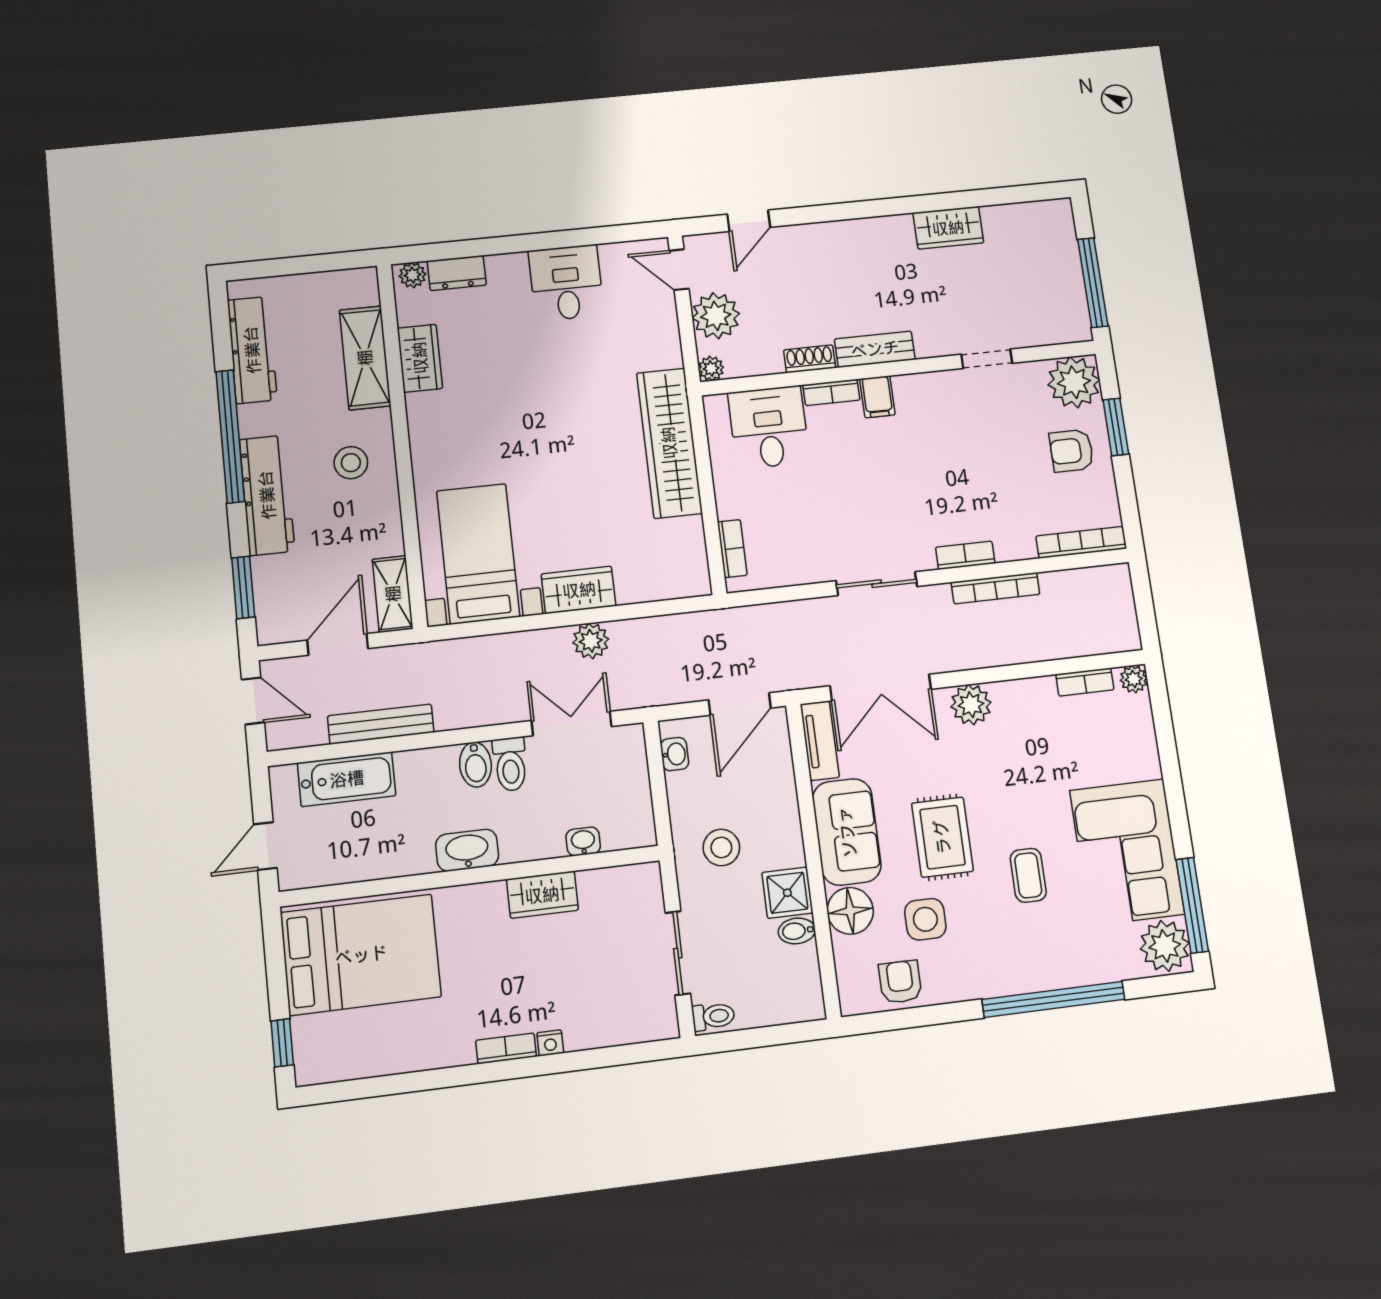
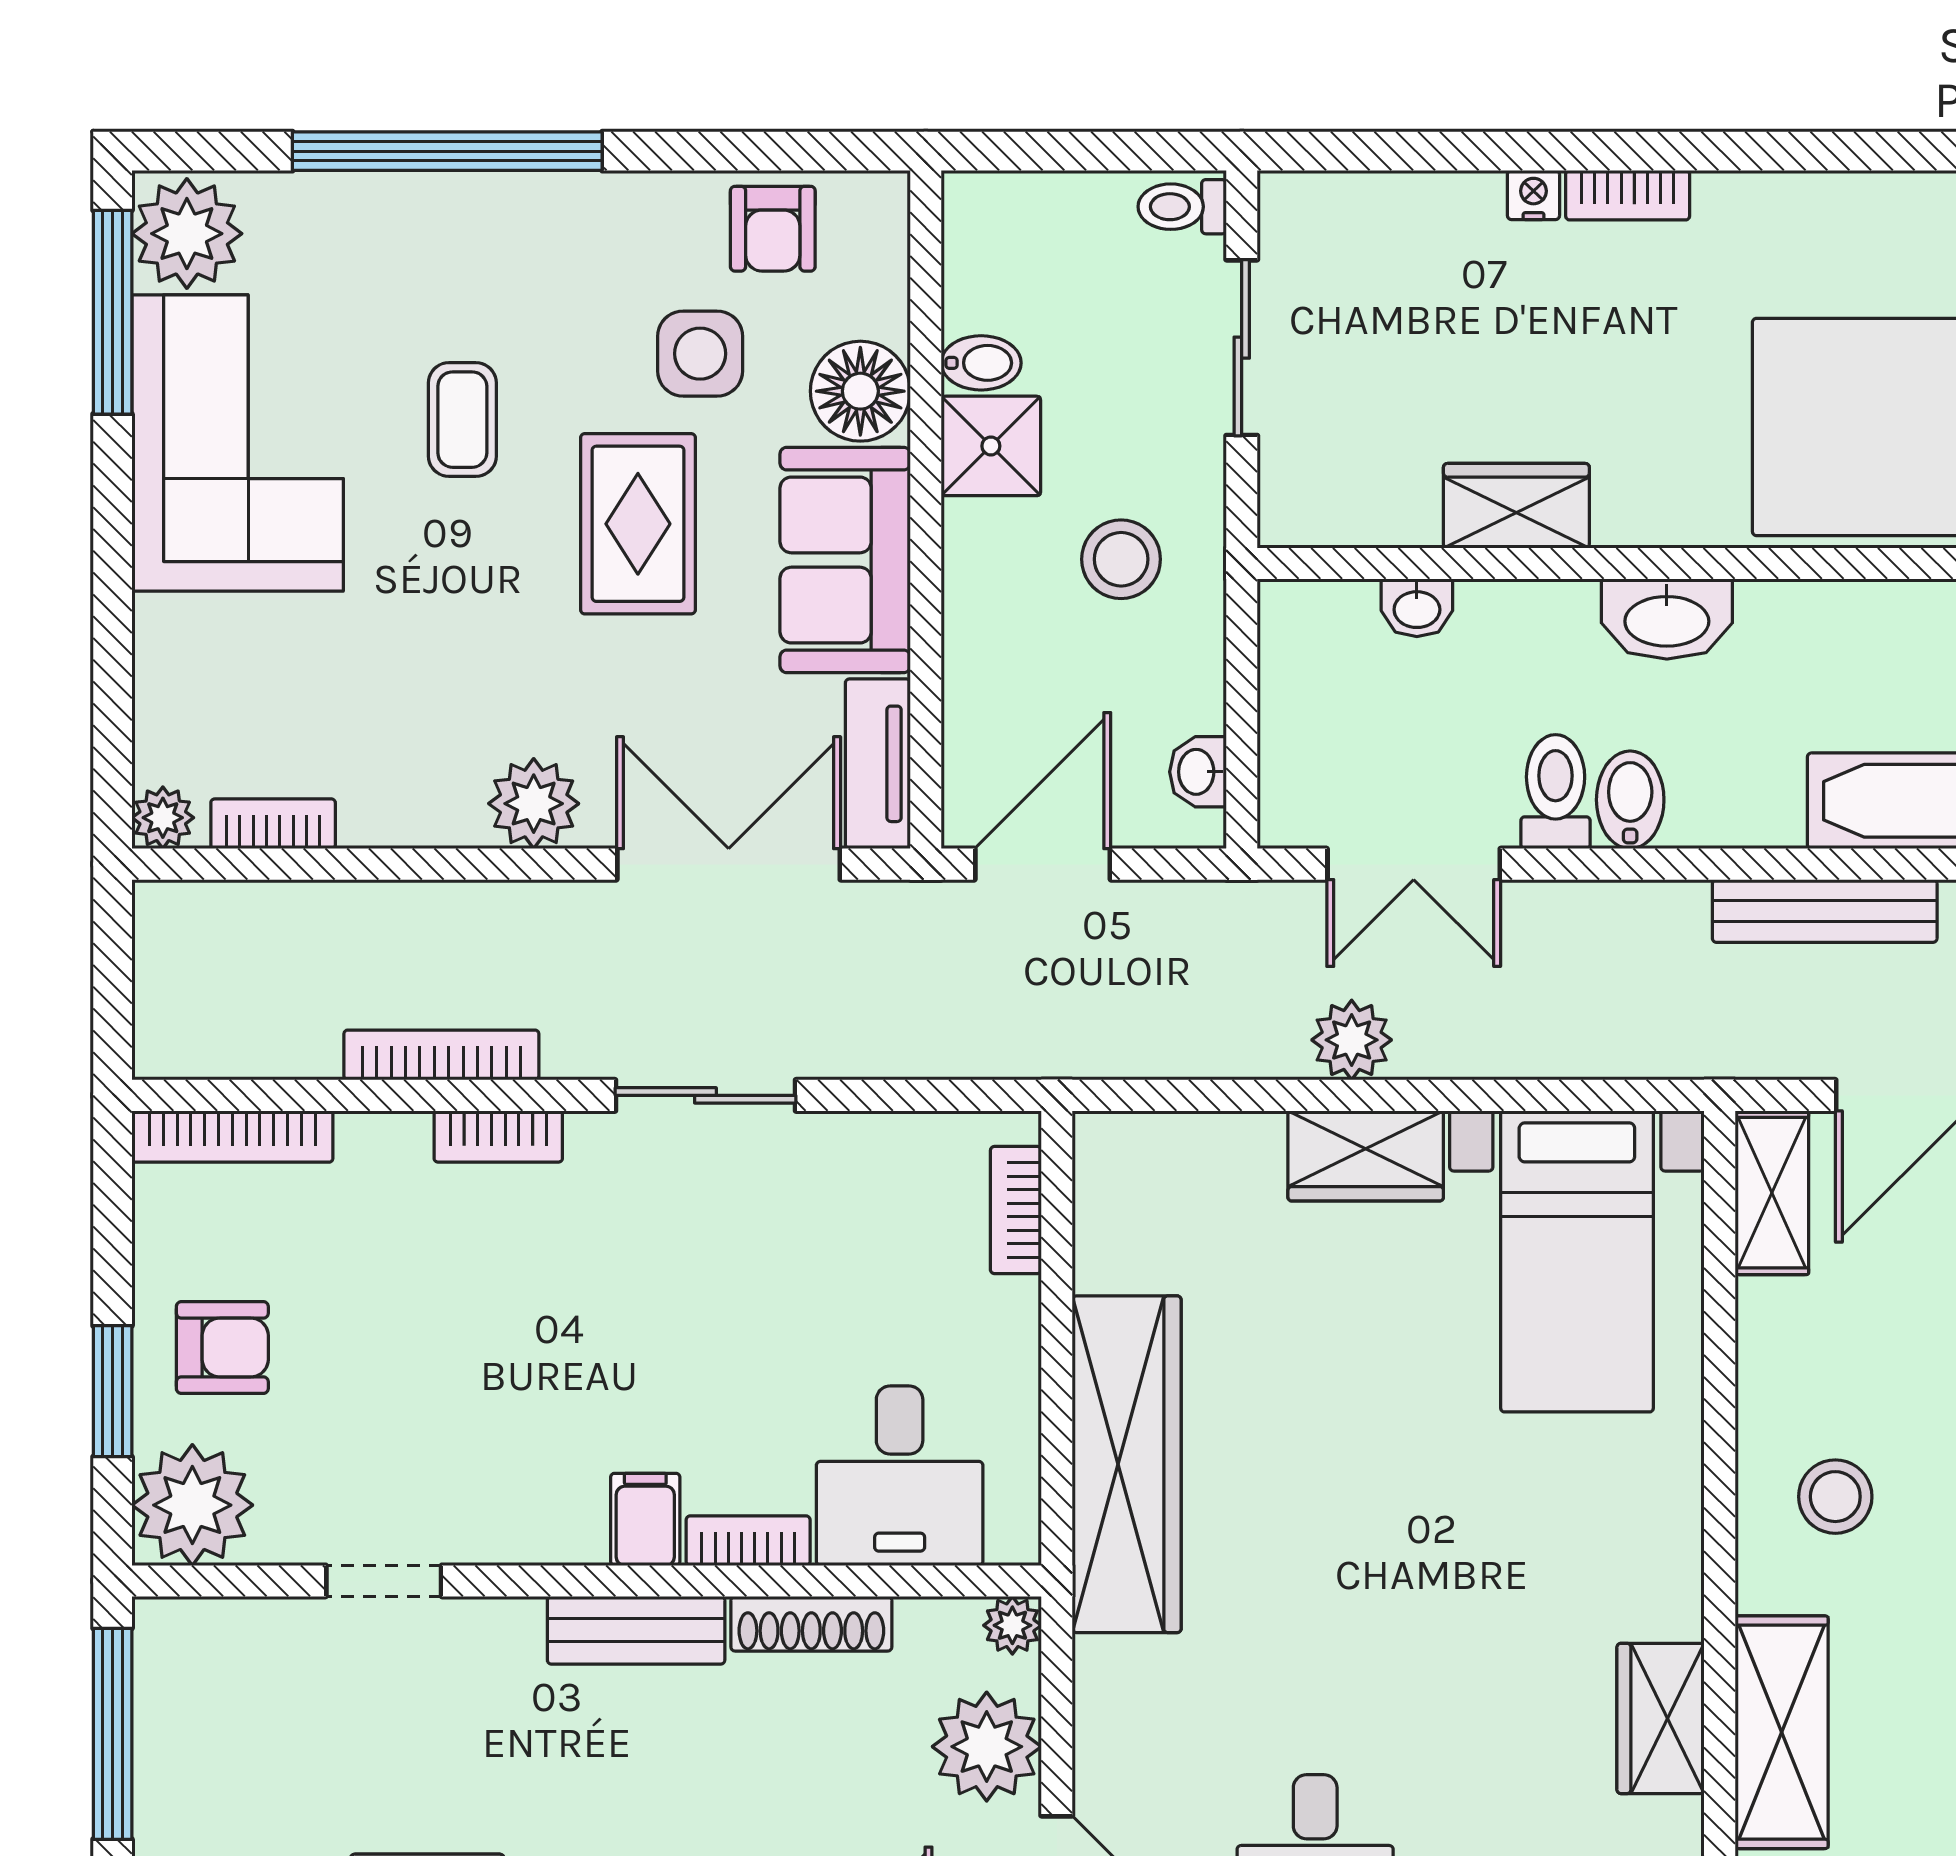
shoe rack: (810, 359) -> (811, 1624), width x1.43

